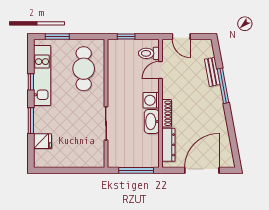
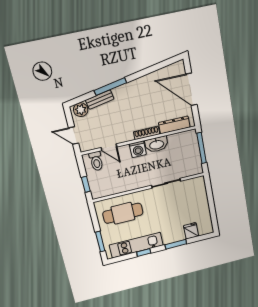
door: (181, 37) -> (74, 136), swing flipped
plant: (206, 50) -> (81, 110), added

